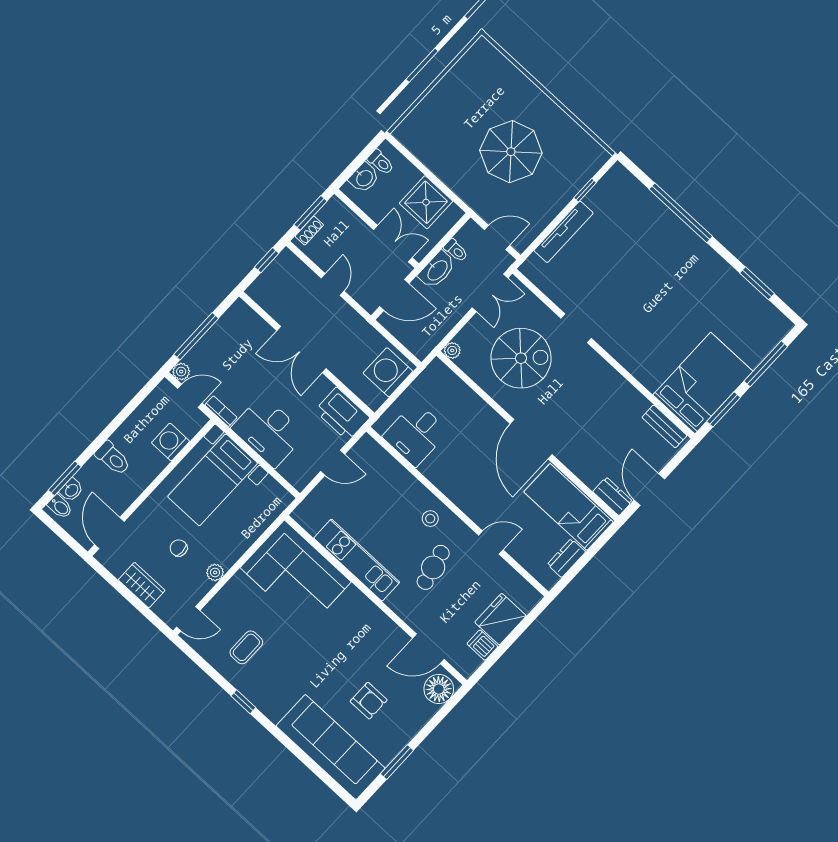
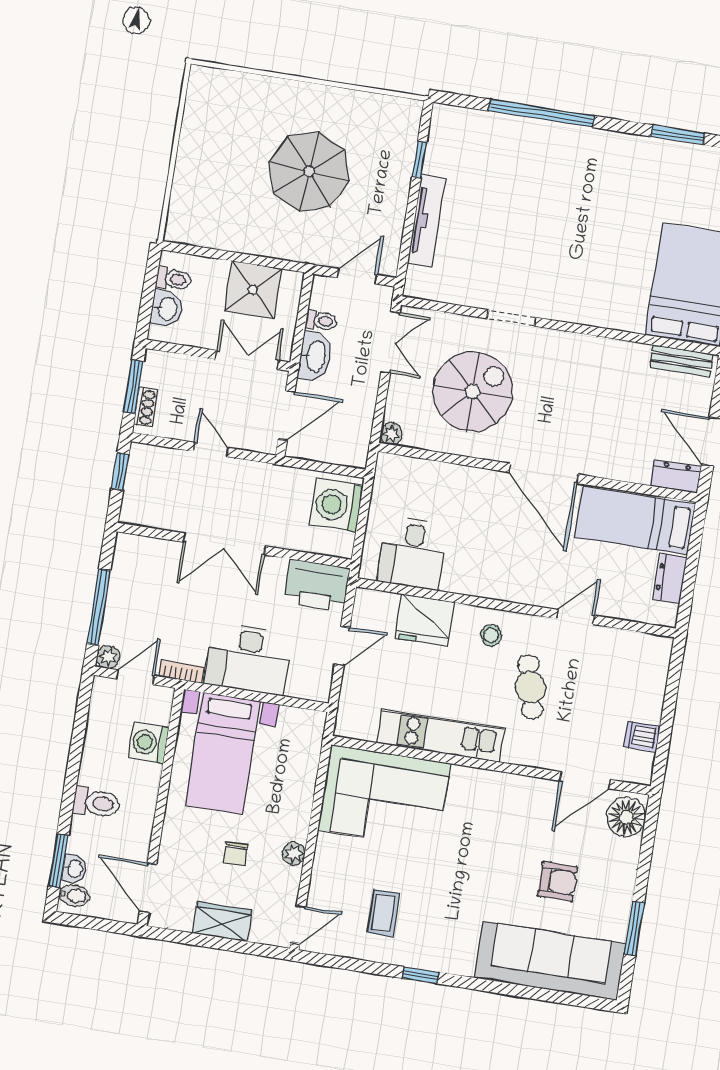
chair: (179, 548) -> (235, 853), turned -90
fridge: (500, 619) -> (424, 620), moved, turned -90

